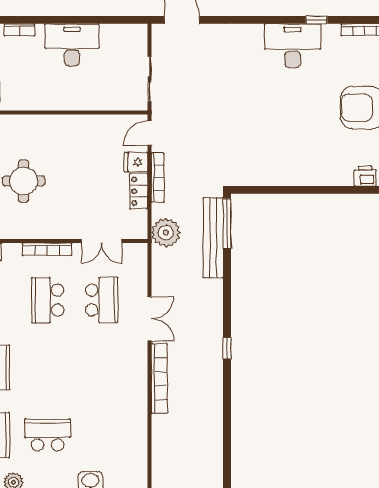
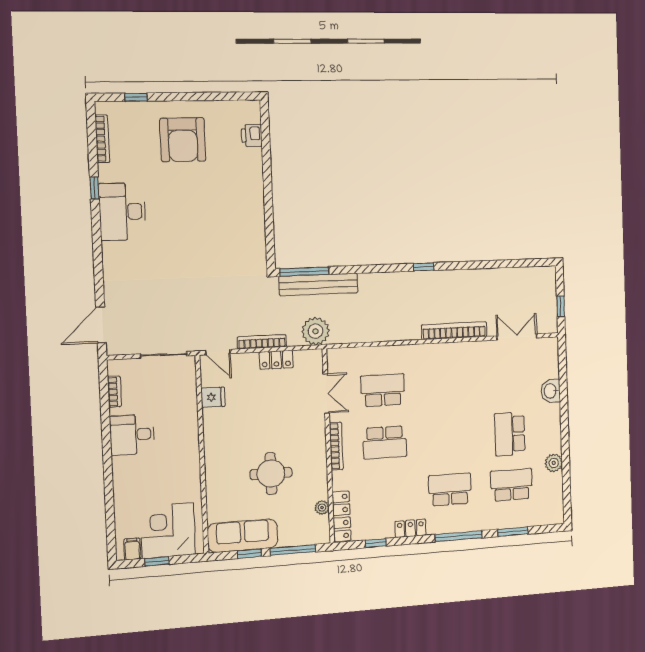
bookcase: (19, 30) -> (114, 392), moved
desk: (72, 45) -> (132, 435), width x0.73
fridge: (136, 162) -> (213, 397), moved, turned -90
double door: (150, 319) -> (517, 337), moved

